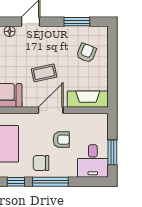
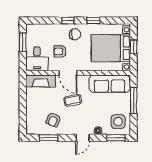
armchair: (86, 53) -> (53, 120), moved
door: (51, 110) -> (68, 73), hinge flipped
desk: (93, 161) -> (37, 59), moved, turned 180
window: (50, 182) -> (68, 21), width x0.46

